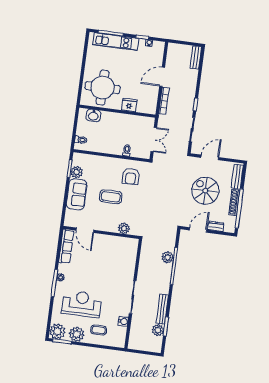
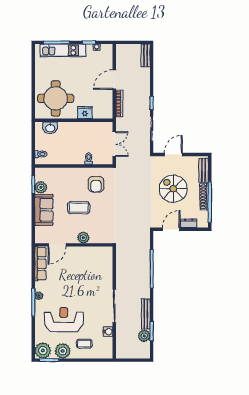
plant: (124, 228) -> (83, 238), moved
door: (85, 230) -> (57, 245), hinge flipped
plant: (168, 257) -> (144, 261), removed

